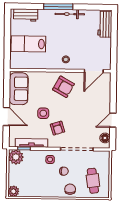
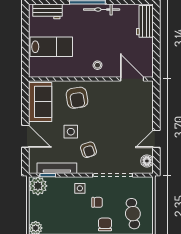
lab bench: (28, 44) -> (51, 47), turned 180
door: (94, 71) -> (132, 79), swing flipped
armchair: (63, 87) -> (77, 98), moved, turned 52

